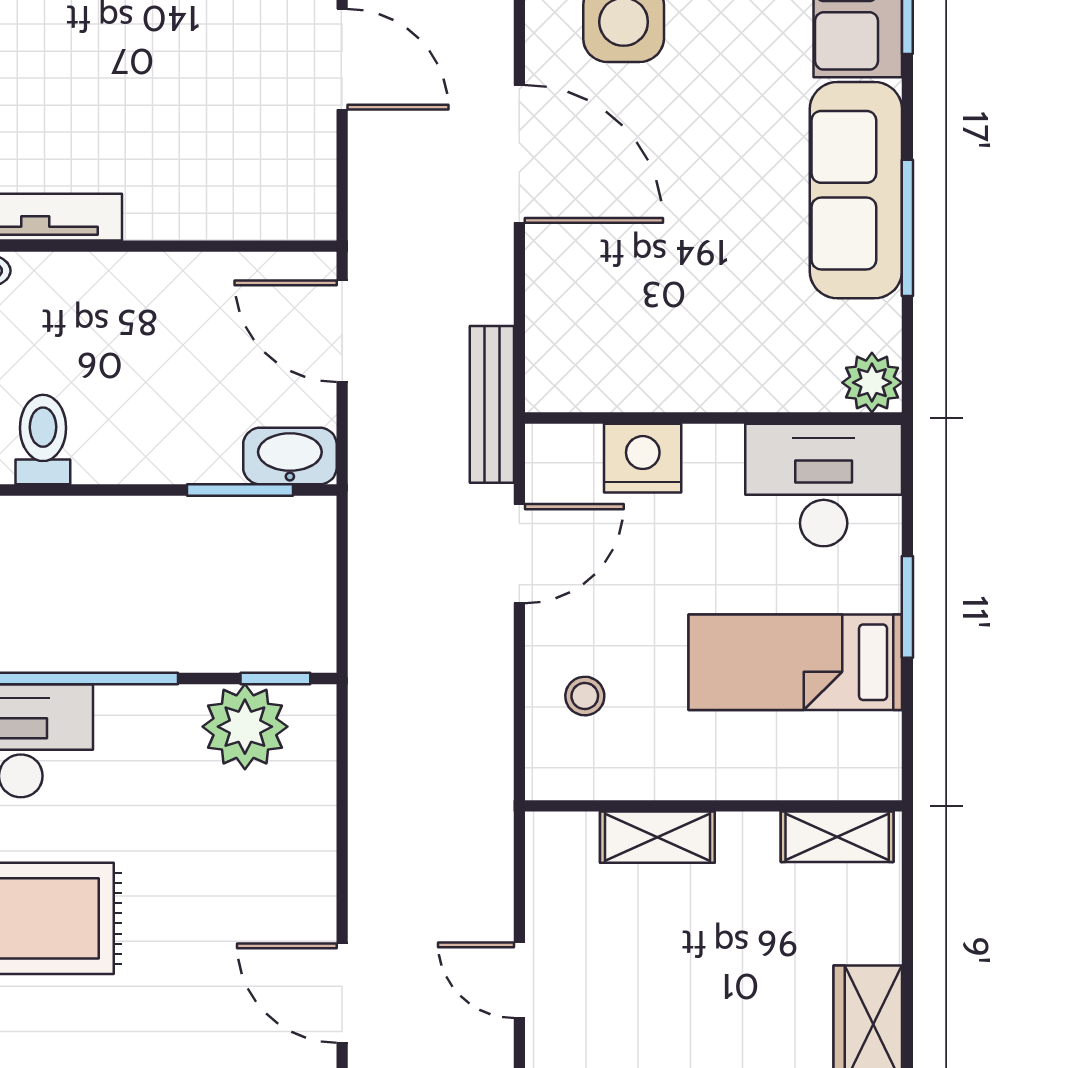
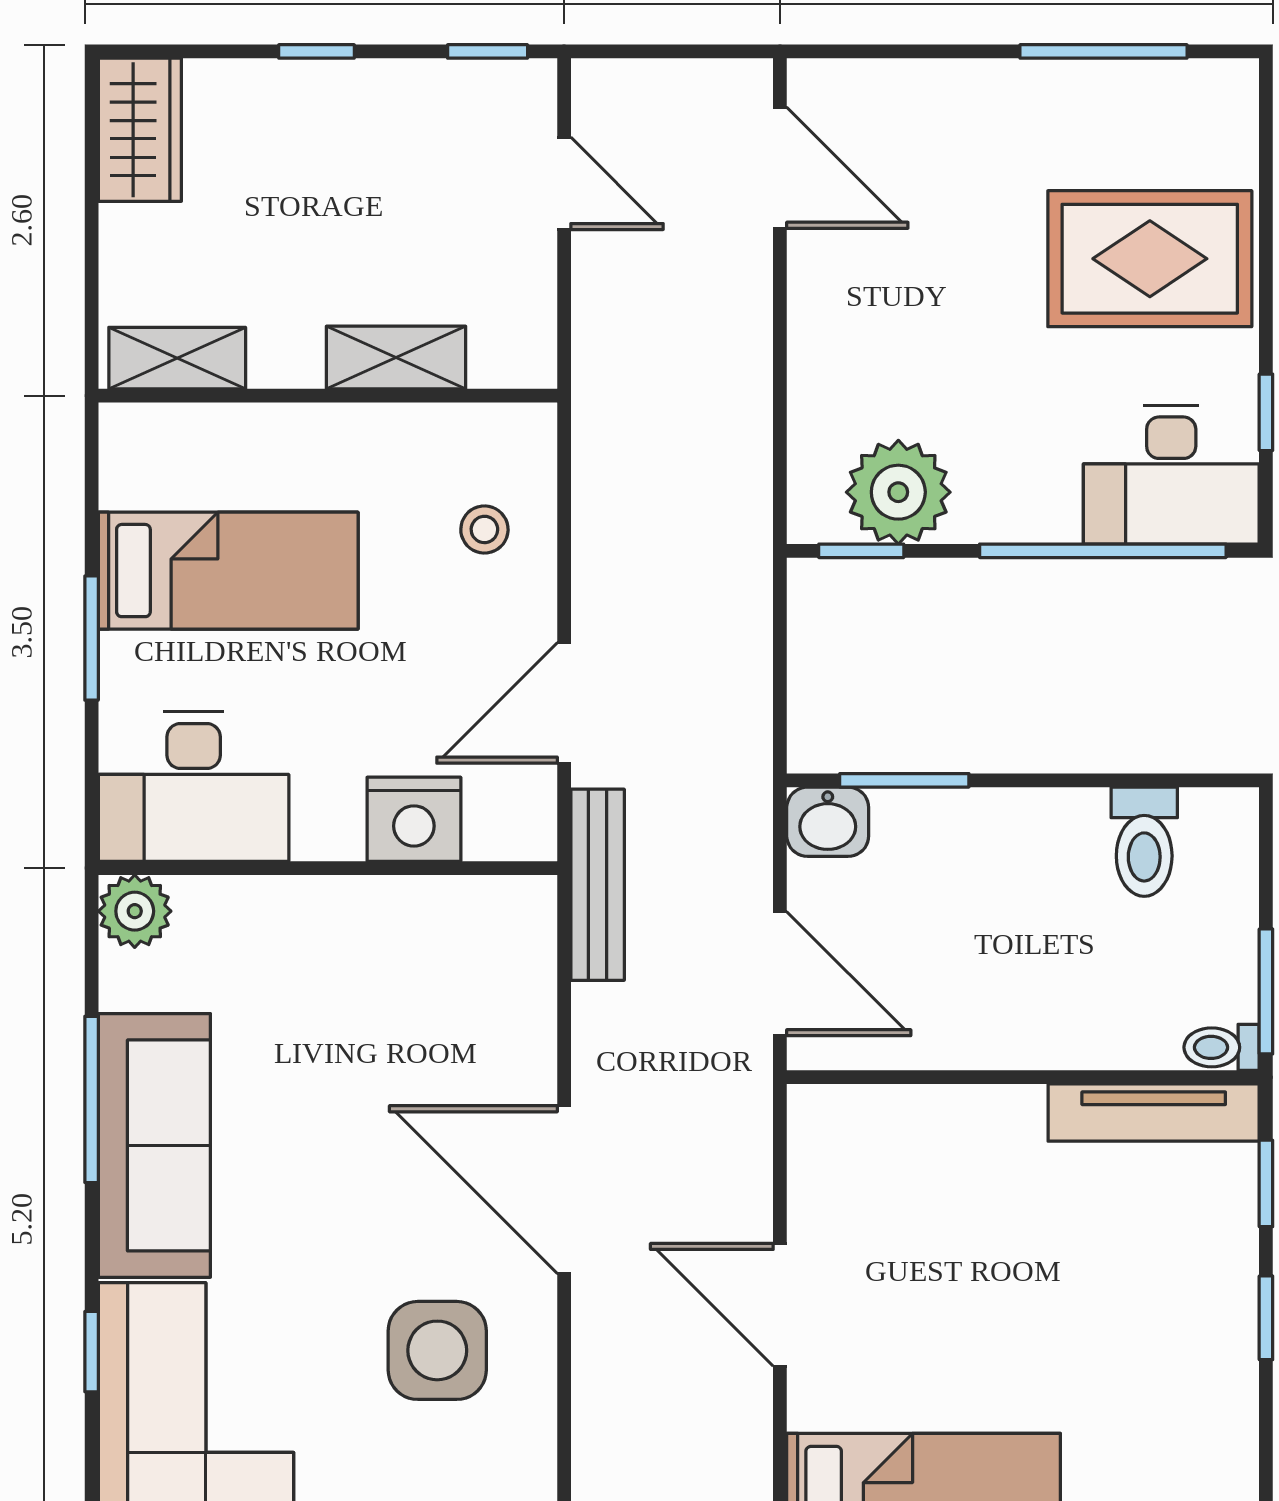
washbasin: (290, 456) -> (828, 822), width x0.72

